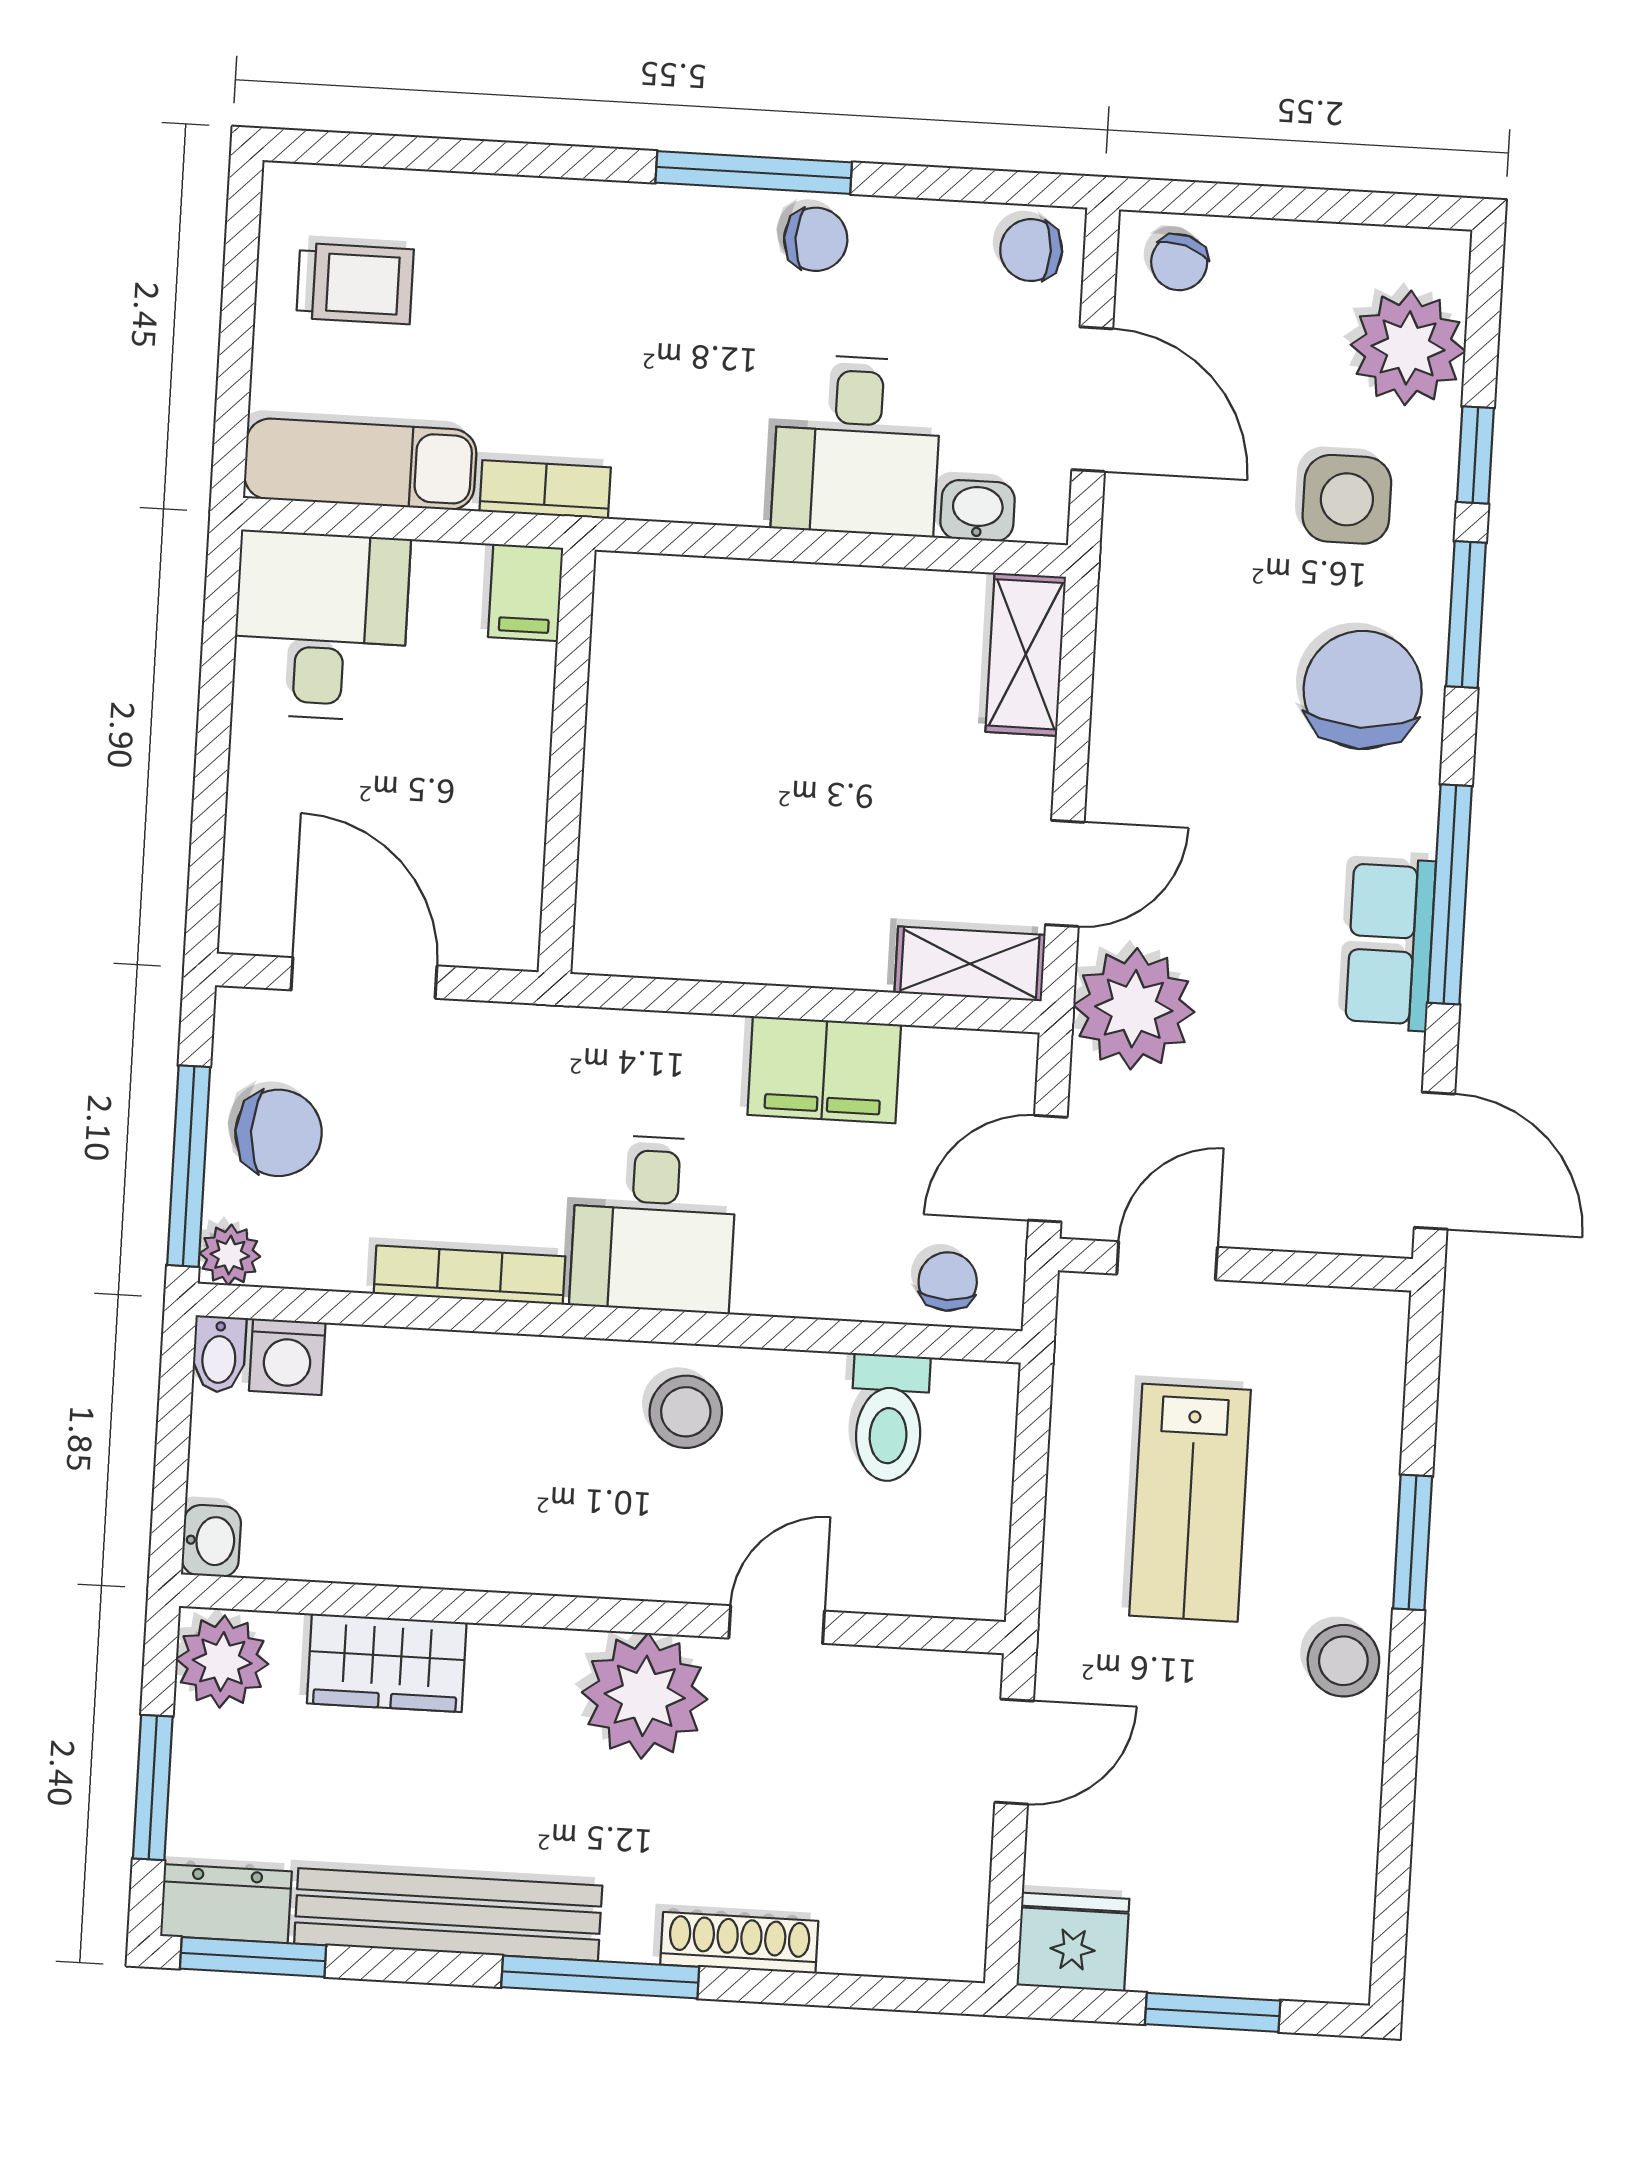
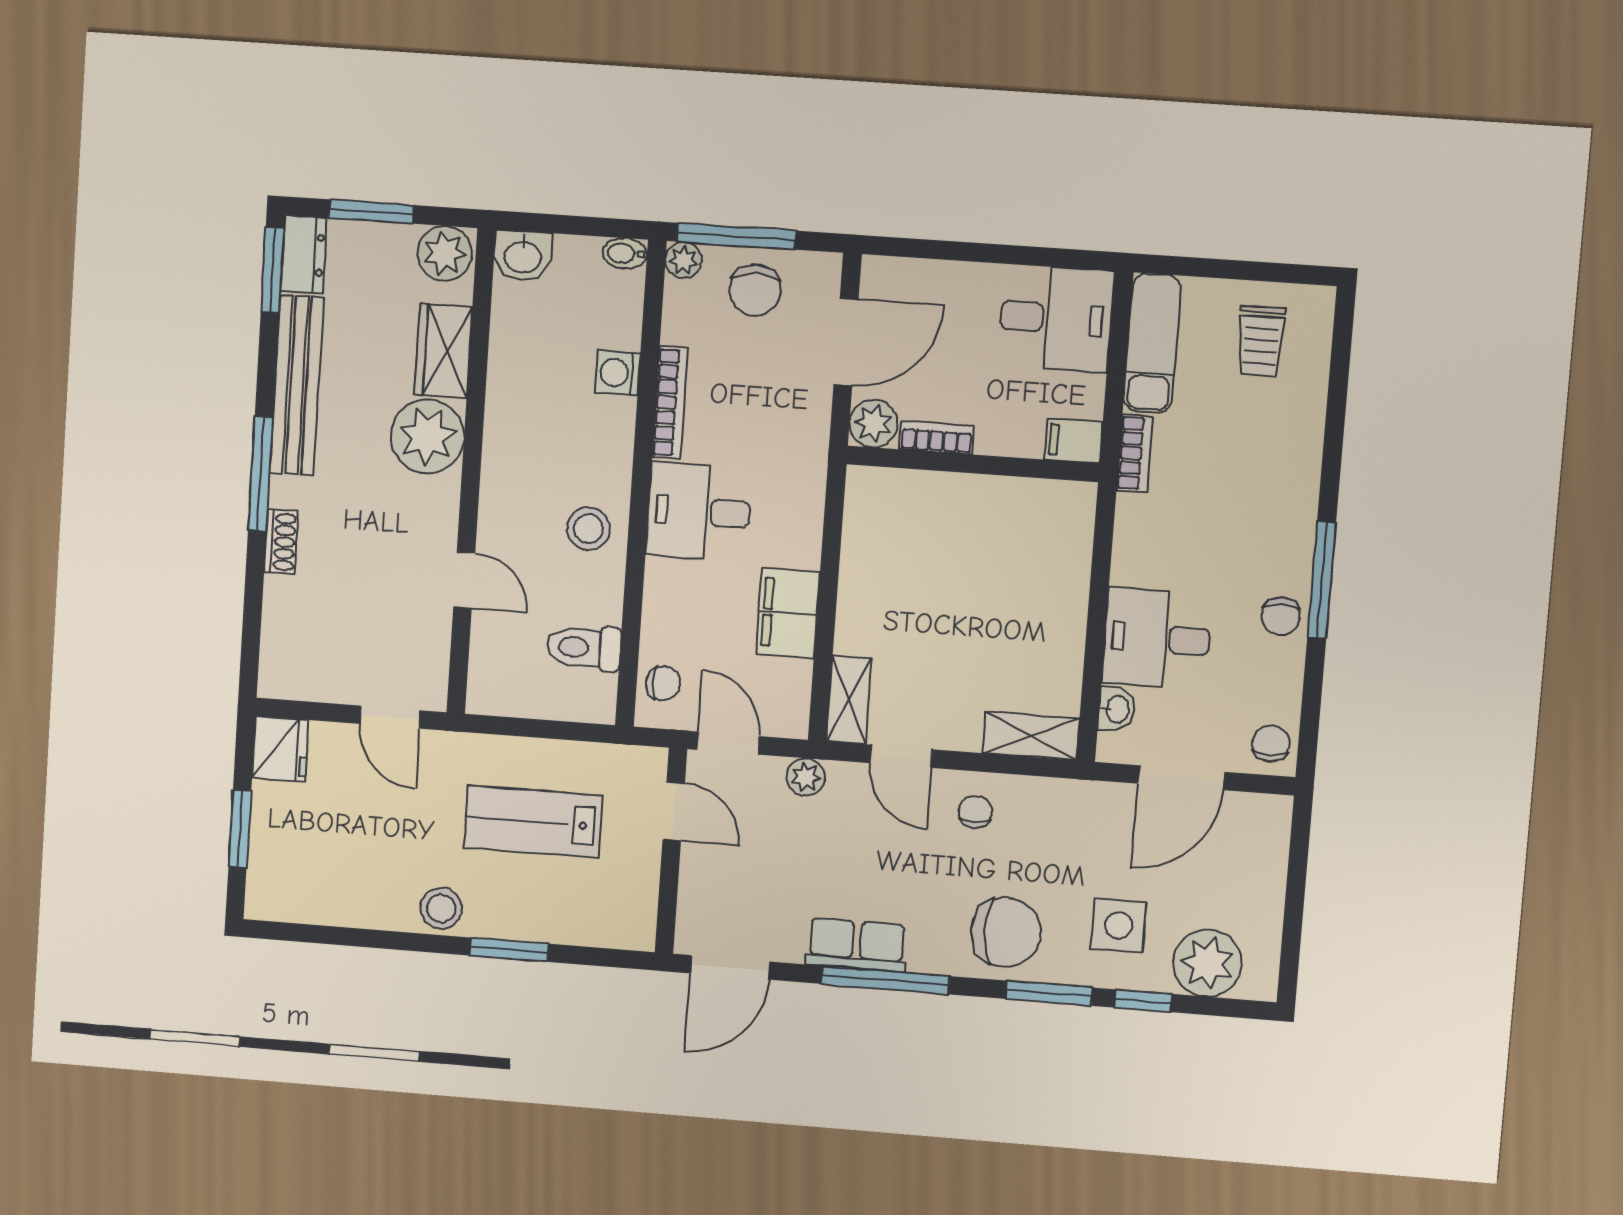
chair: (1179, 262) -> (975, 812), moved, turned 73
bookcase: (523, 823) -> (937, 437), added
plant: (501, 930) -> (873, 423), added
plant: (1134, 1009) -> (806, 777), width x0.53, depth x0.53
washing machine: (287, 1357) -> (618, 373), moved
washbasin: (211, 1541) -> (523, 256), width x1.38, depth x1.45
plant: (645, 1696) -> (427, 436), moved
shoe rack: (739, 1943) -> (281, 542), width x0.70

